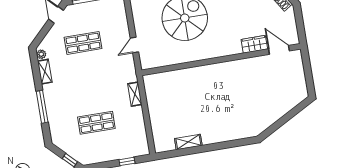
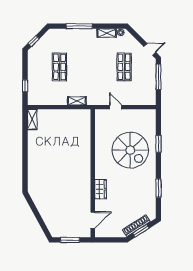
wardrobe: (254, 44) -> (100, 189), moved
window: (308, 74) -> (70, 240), added
shelving: (188, 142) -> (32, 119), moved

